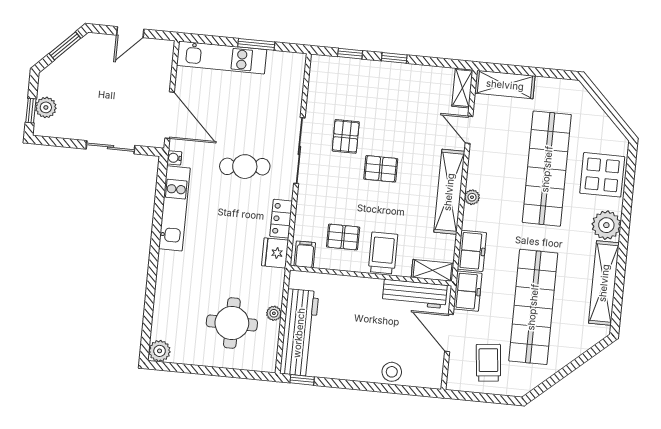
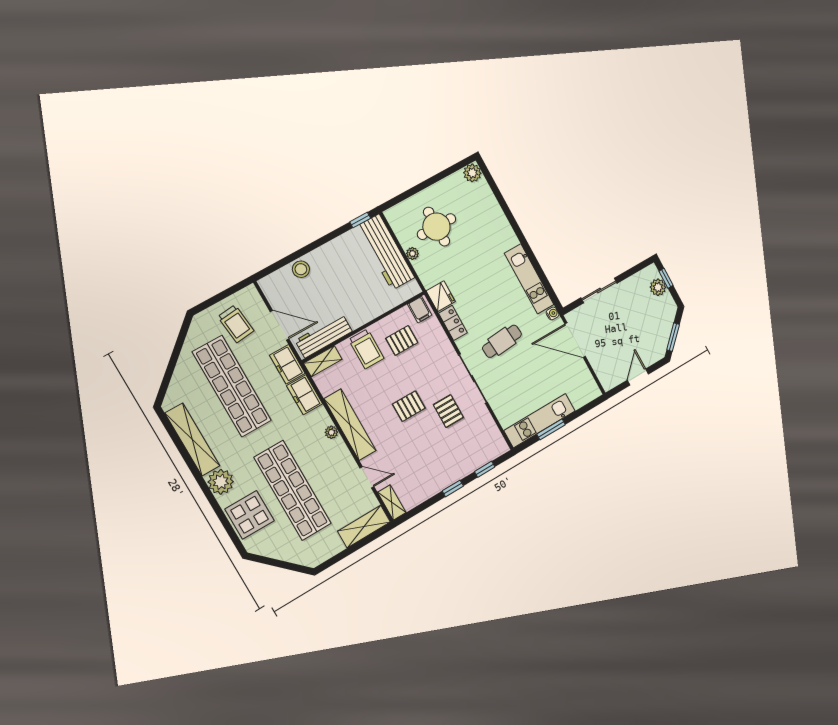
kitchen unit: (222, 58) -> (540, 421), moved

